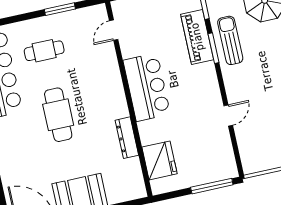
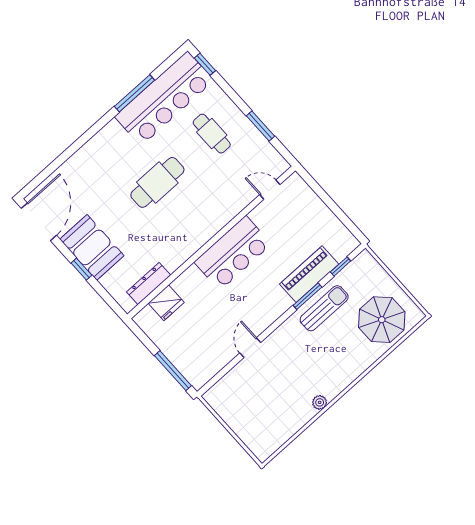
door: (228, 115) -> (250, 348), swing flipped
dresser: (127, 138) -> (149, 283), moved
fridge: (159, 160) -> (166, 303), width x0.73, depth x0.75

